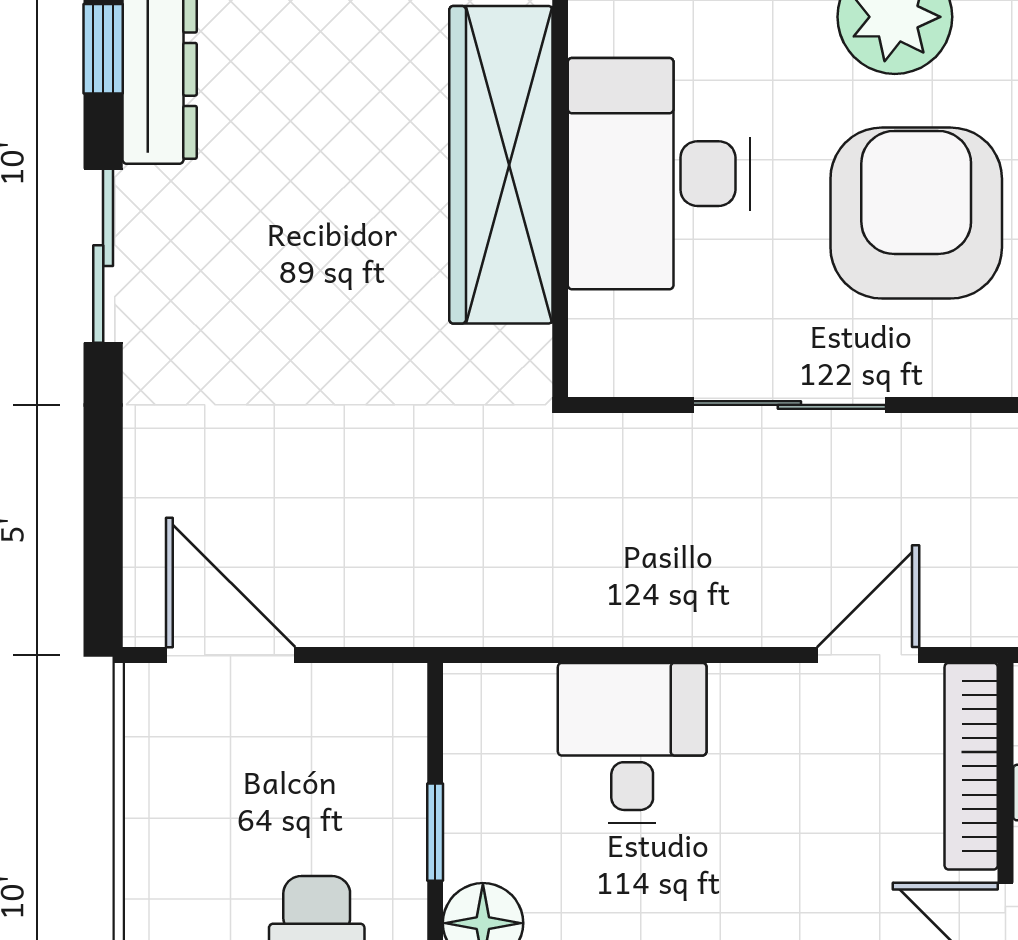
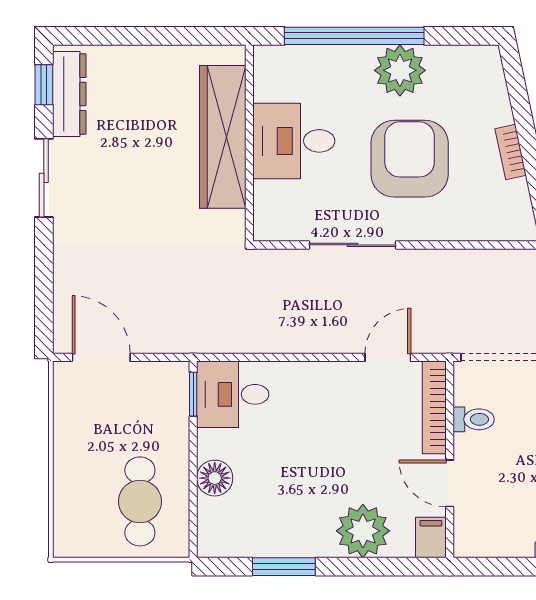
desk: (659, 174) -> (294, 141), width x0.73
desk: (632, 743) -> (233, 394), moved, turned -90
window: (435, 832) -> (193, 394), moved

